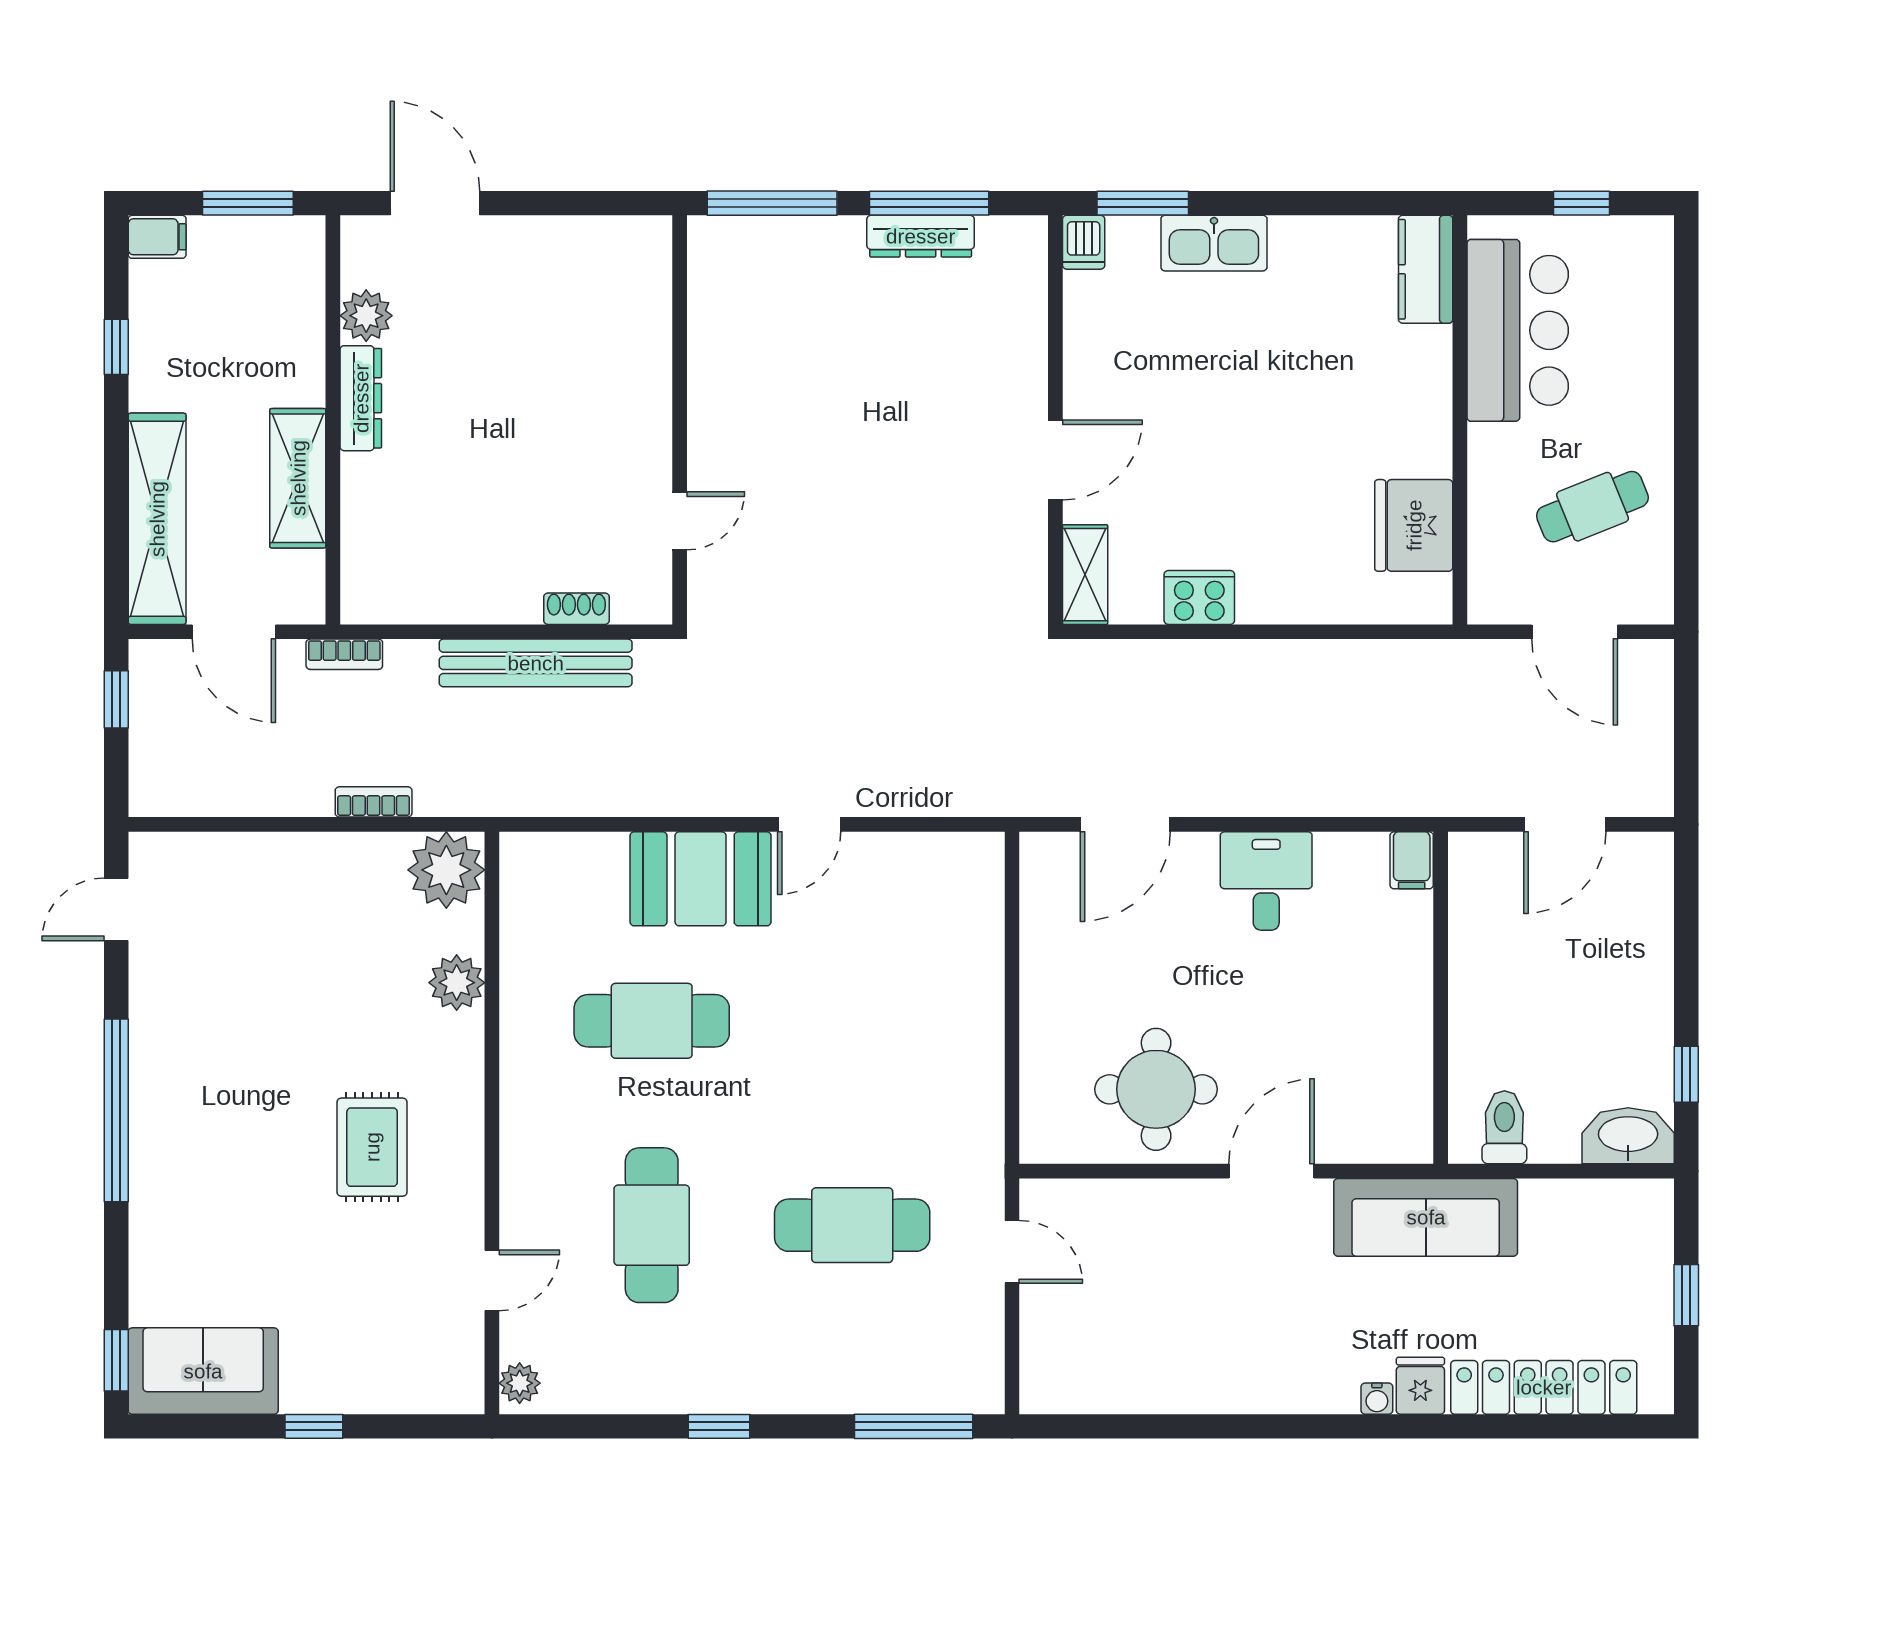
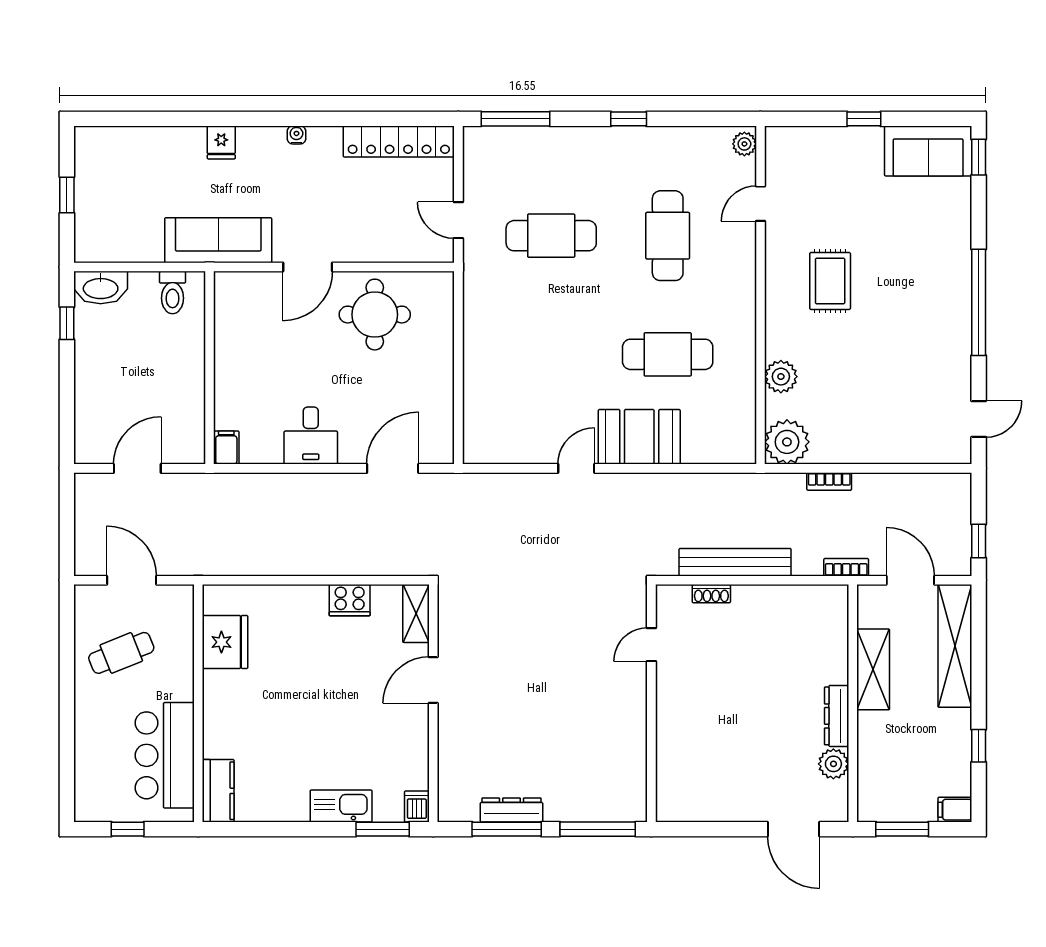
locker: (1544, 1387) -> (399, 141), moved
water cooler: (1377, 1399) -> (296, 135), moved

